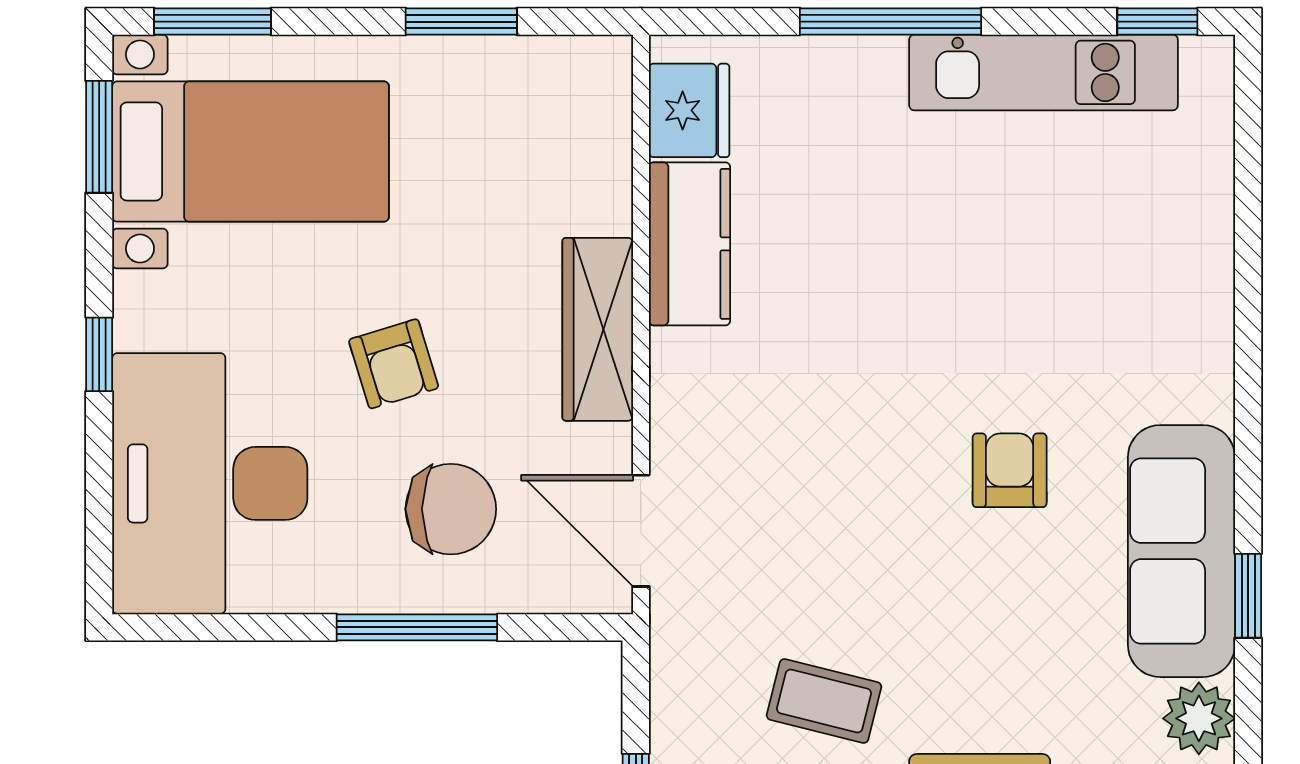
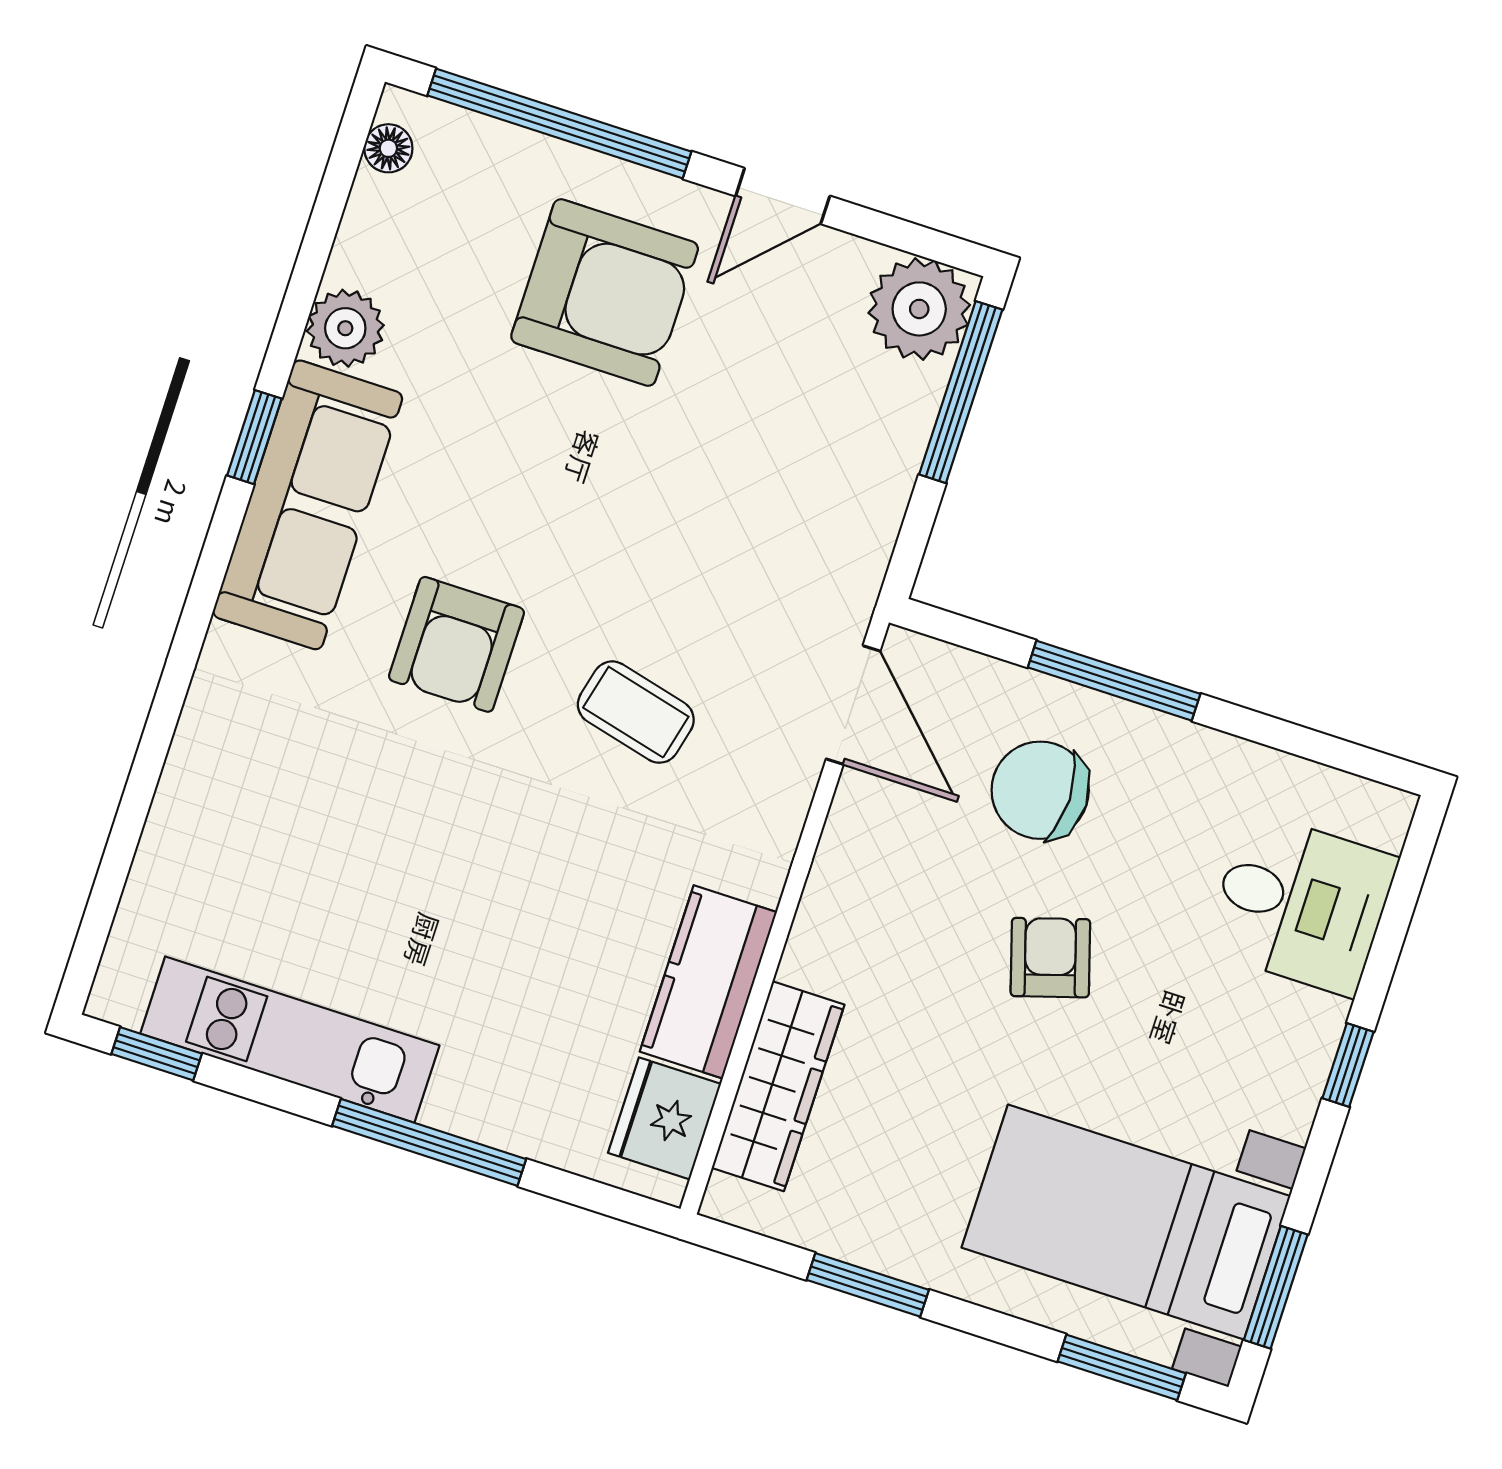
wardrobe: (598, 329) -> (778, 1086), moved
armchair: (1010, 470) -> (456, 644), width x1.38, depth x1.38
desk: (210, 483) -> (1301, 904), width x0.53, depth x0.77
coffee table: (824, 701) -> (636, 712), moved

